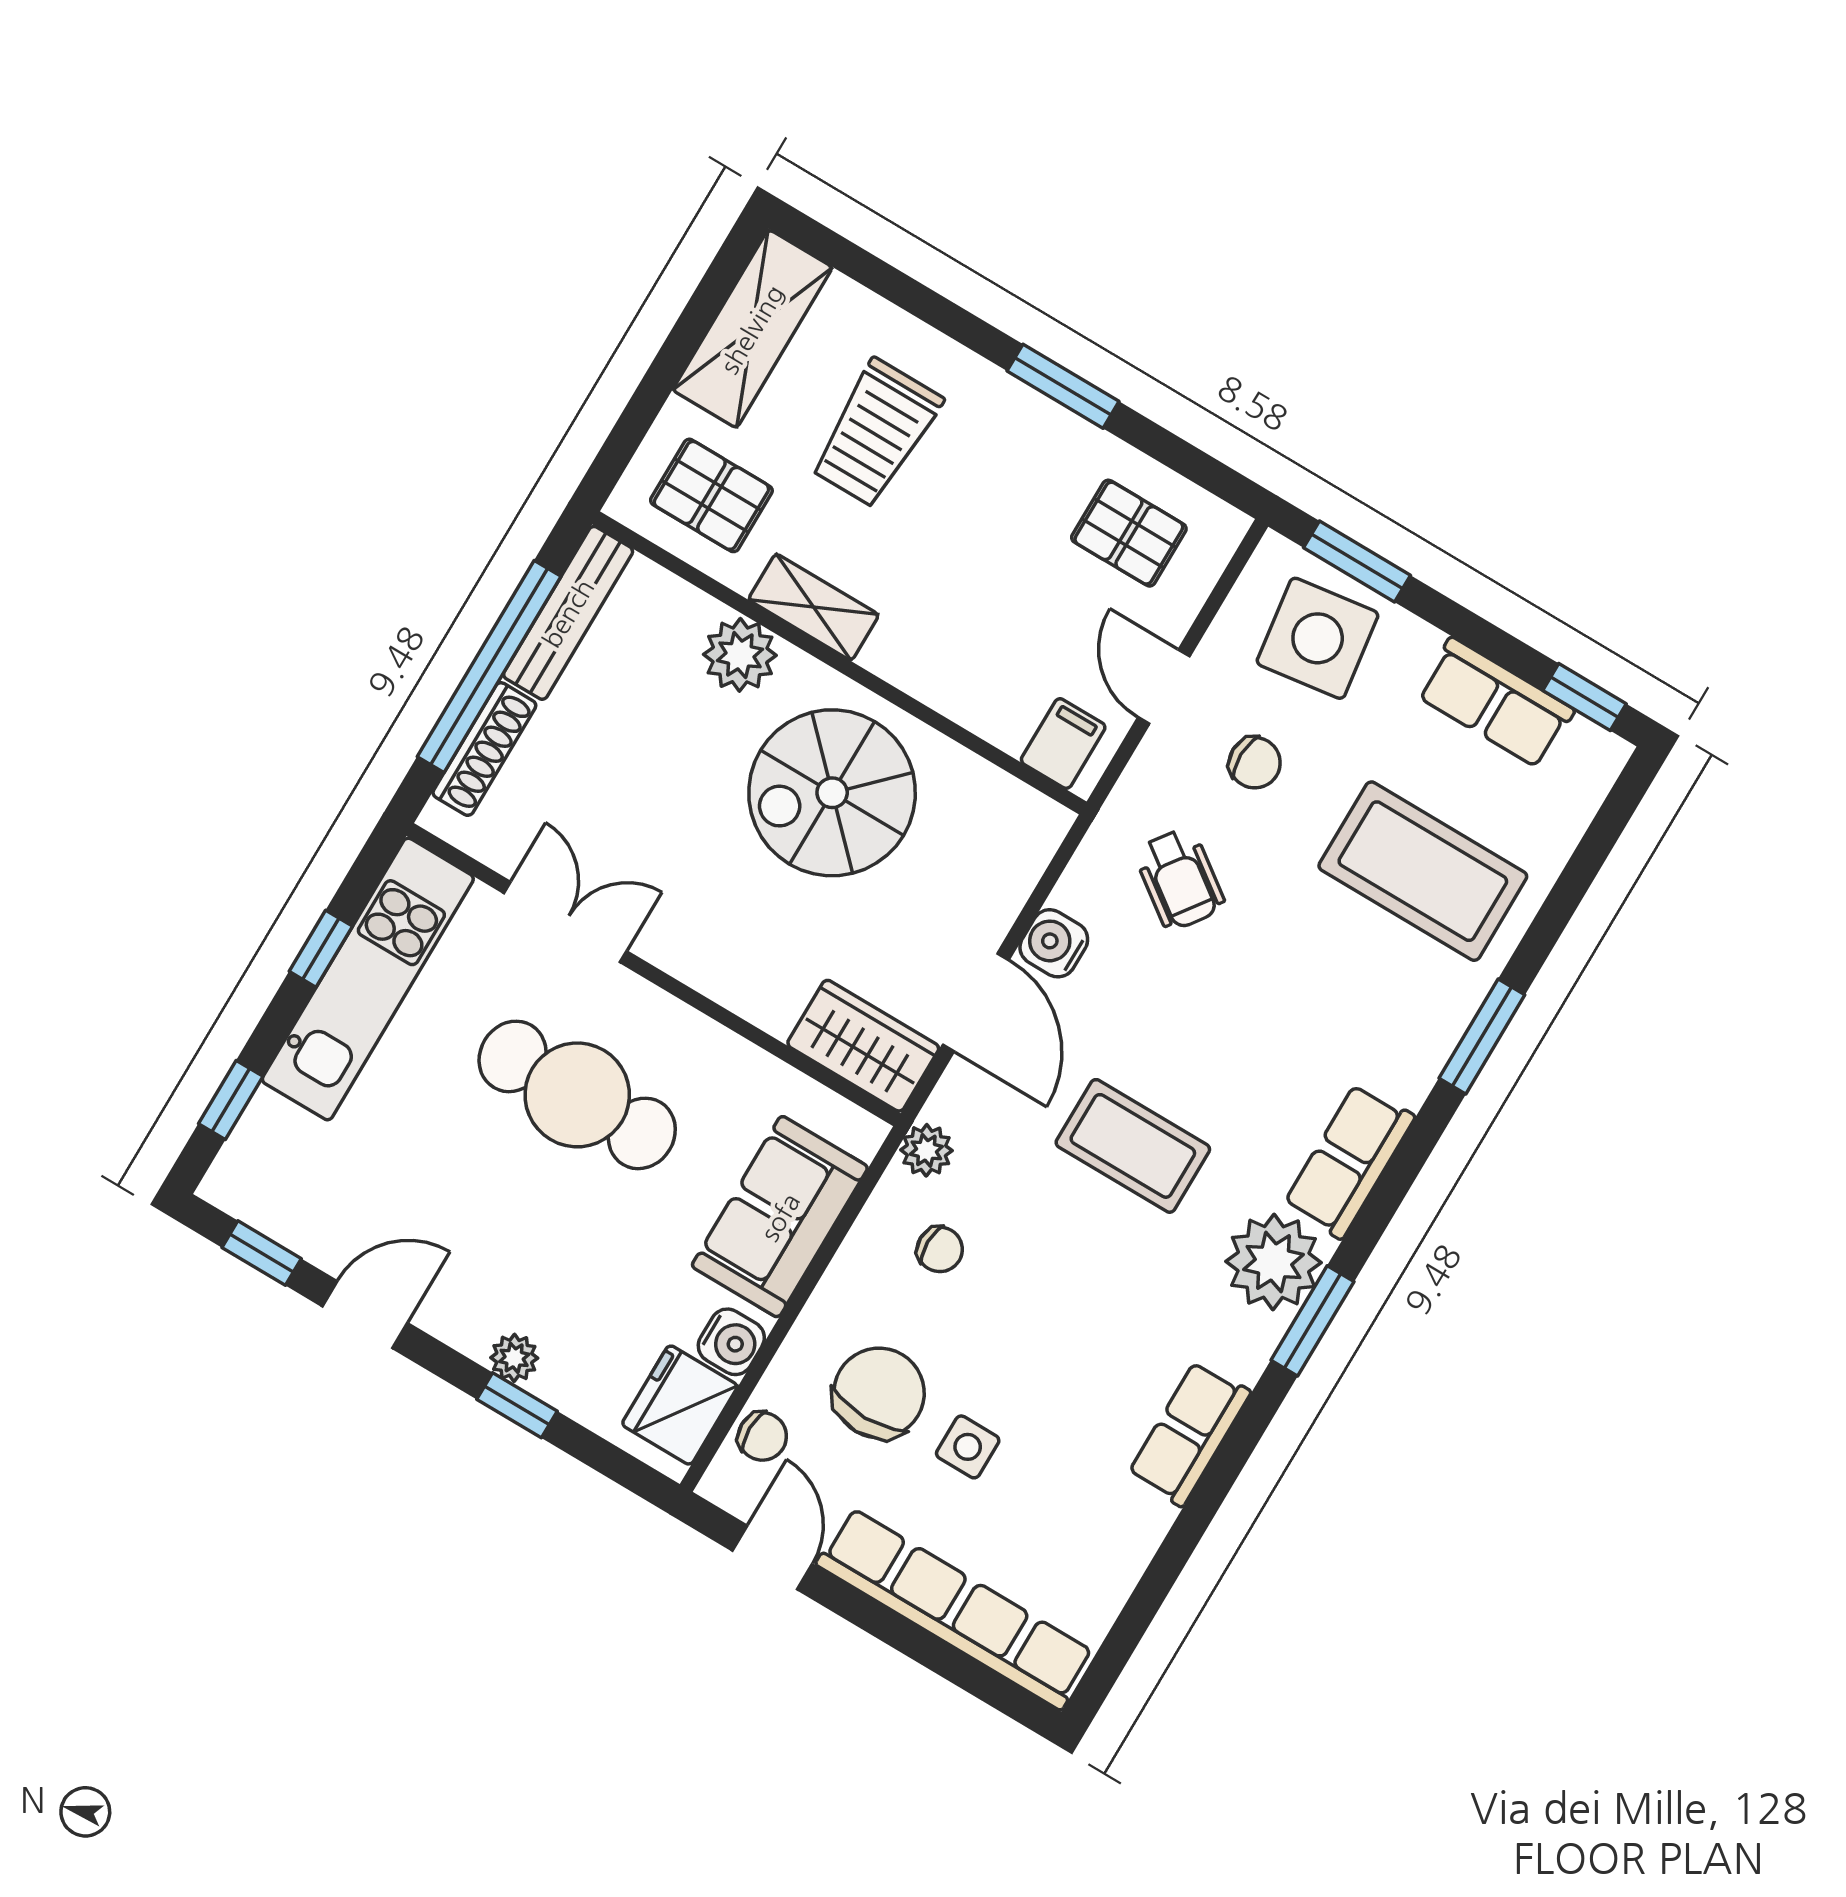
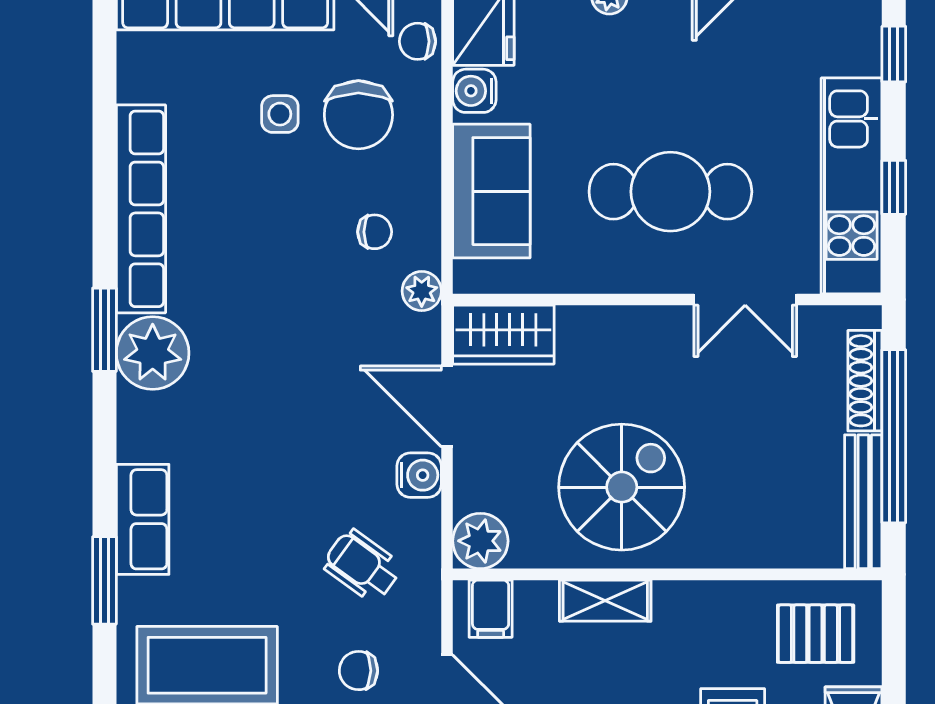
shelving: (814, 607) -> (605, 601), moved
plant: (740, 655) -> (480, 541), moved
coffee table: (1133, 1146) -> (289, 374), removed
row of seats: (1349, 1161) -> (143, 519), moved
chair: (940, 1249) -> (375, 232), turned 180
row of seats: (1189, 1433) -> (141, 209), width x2.02

